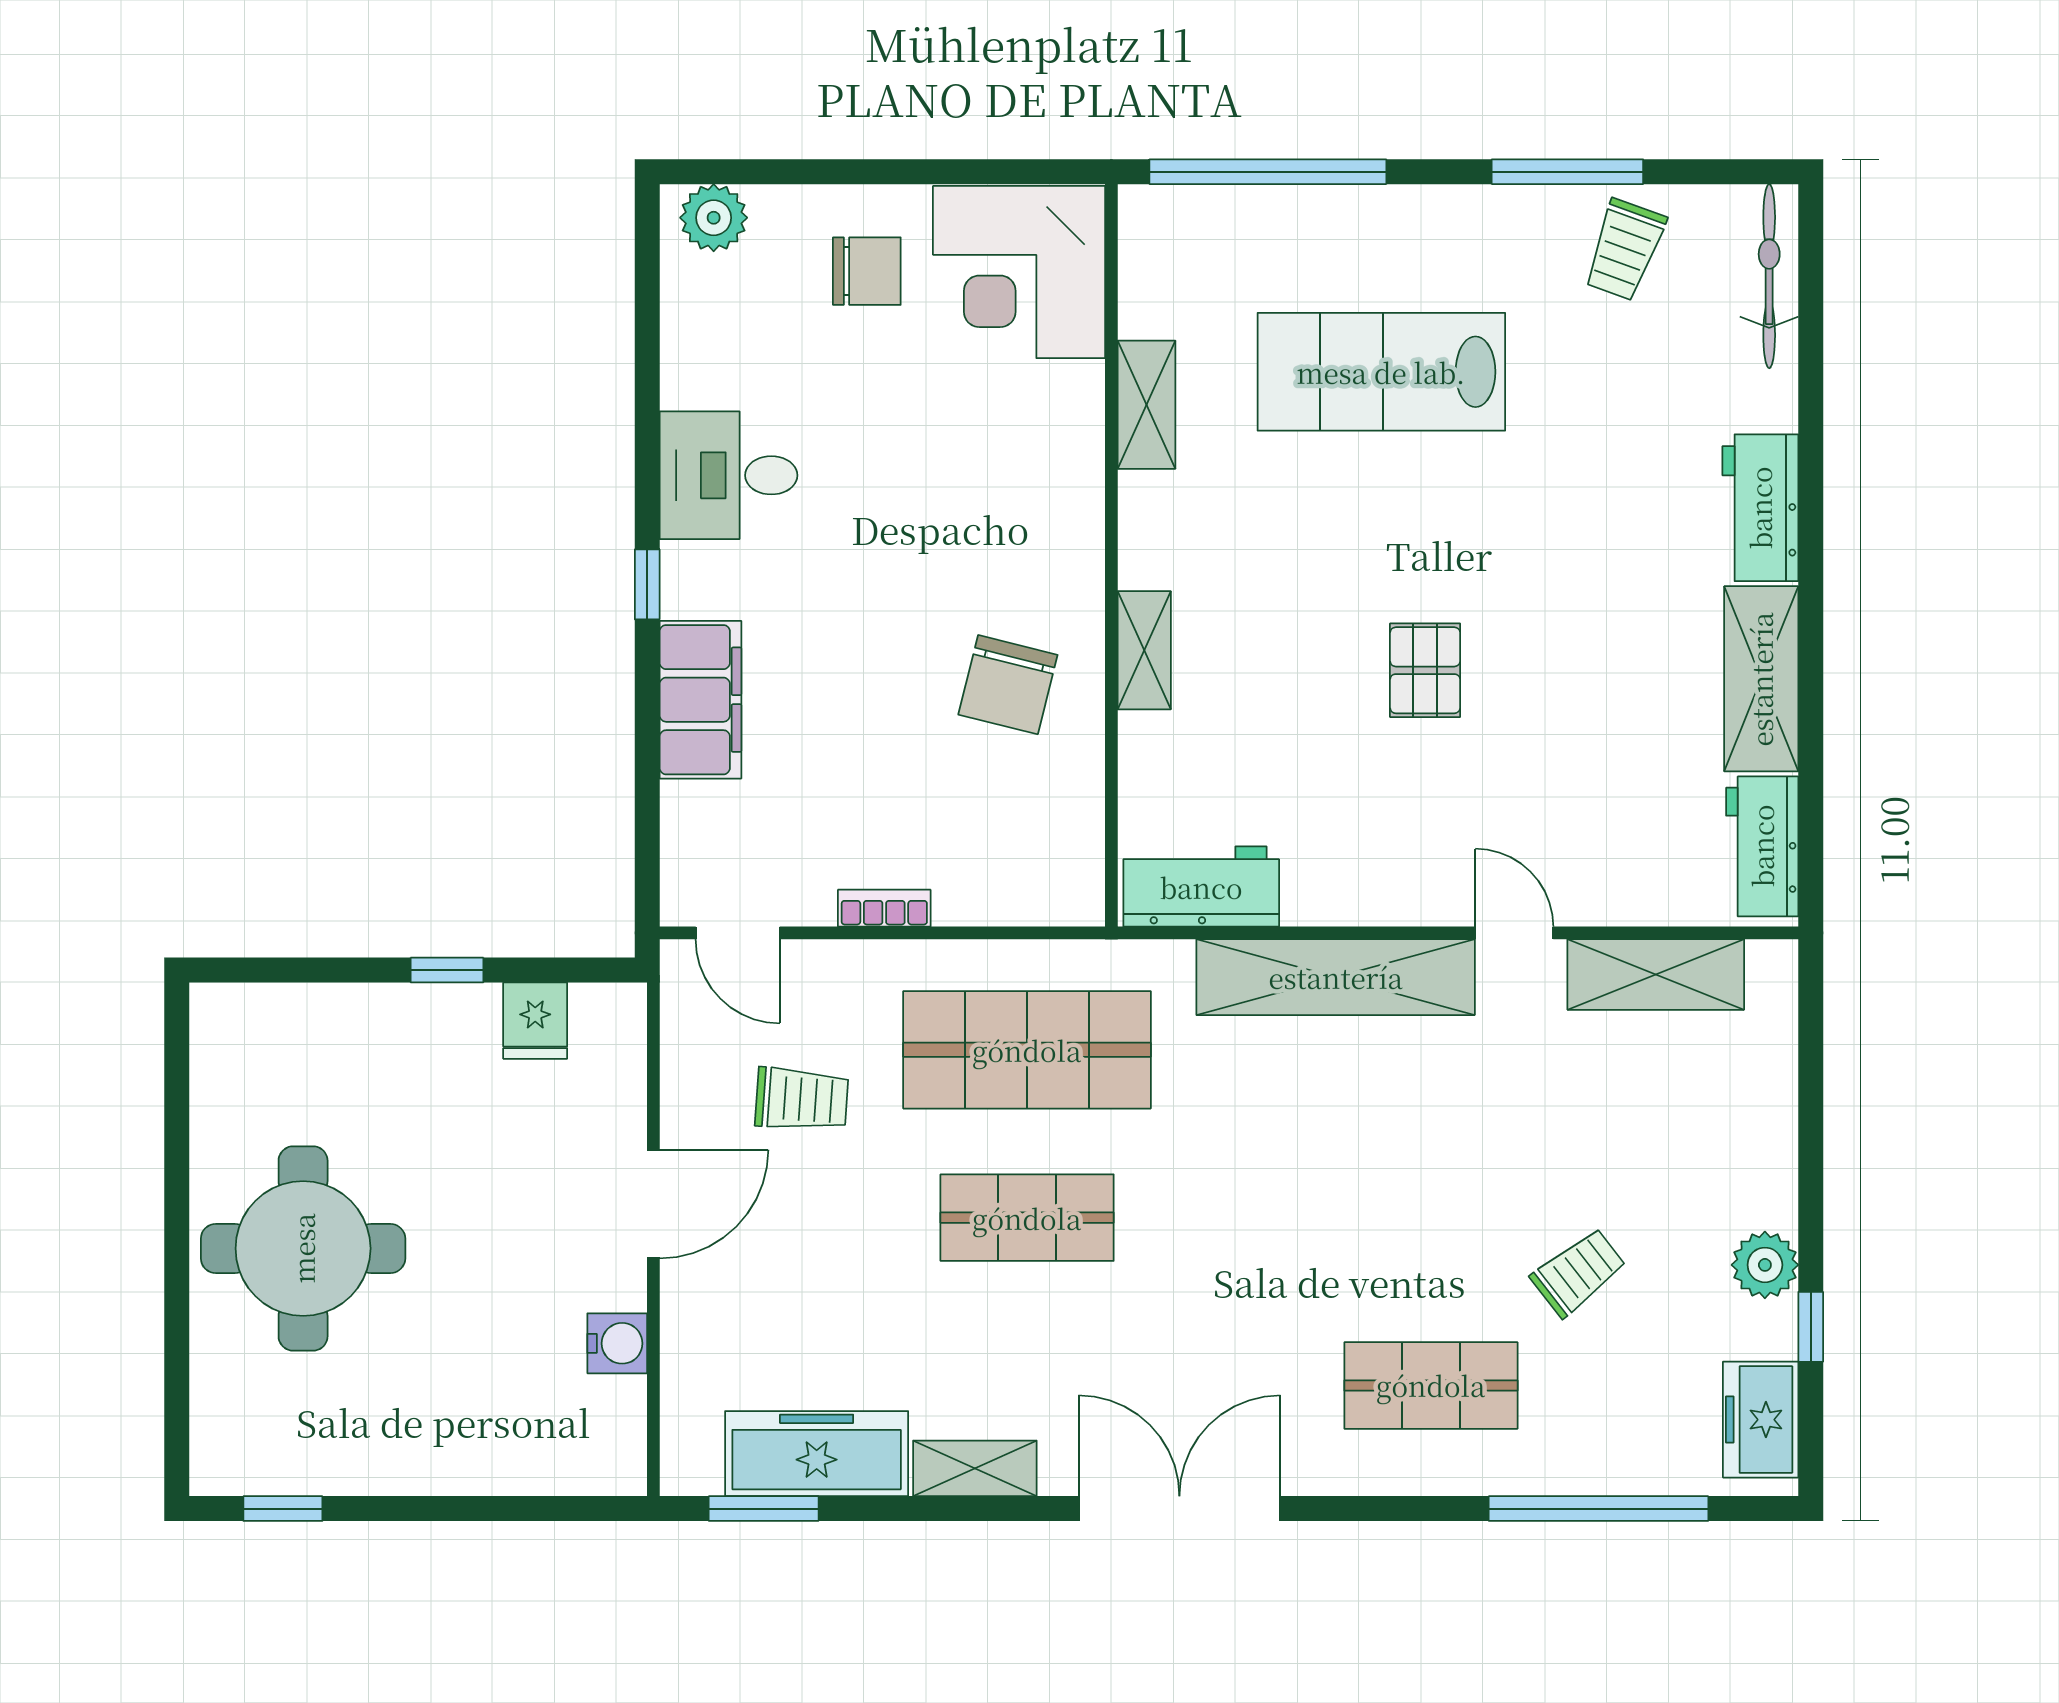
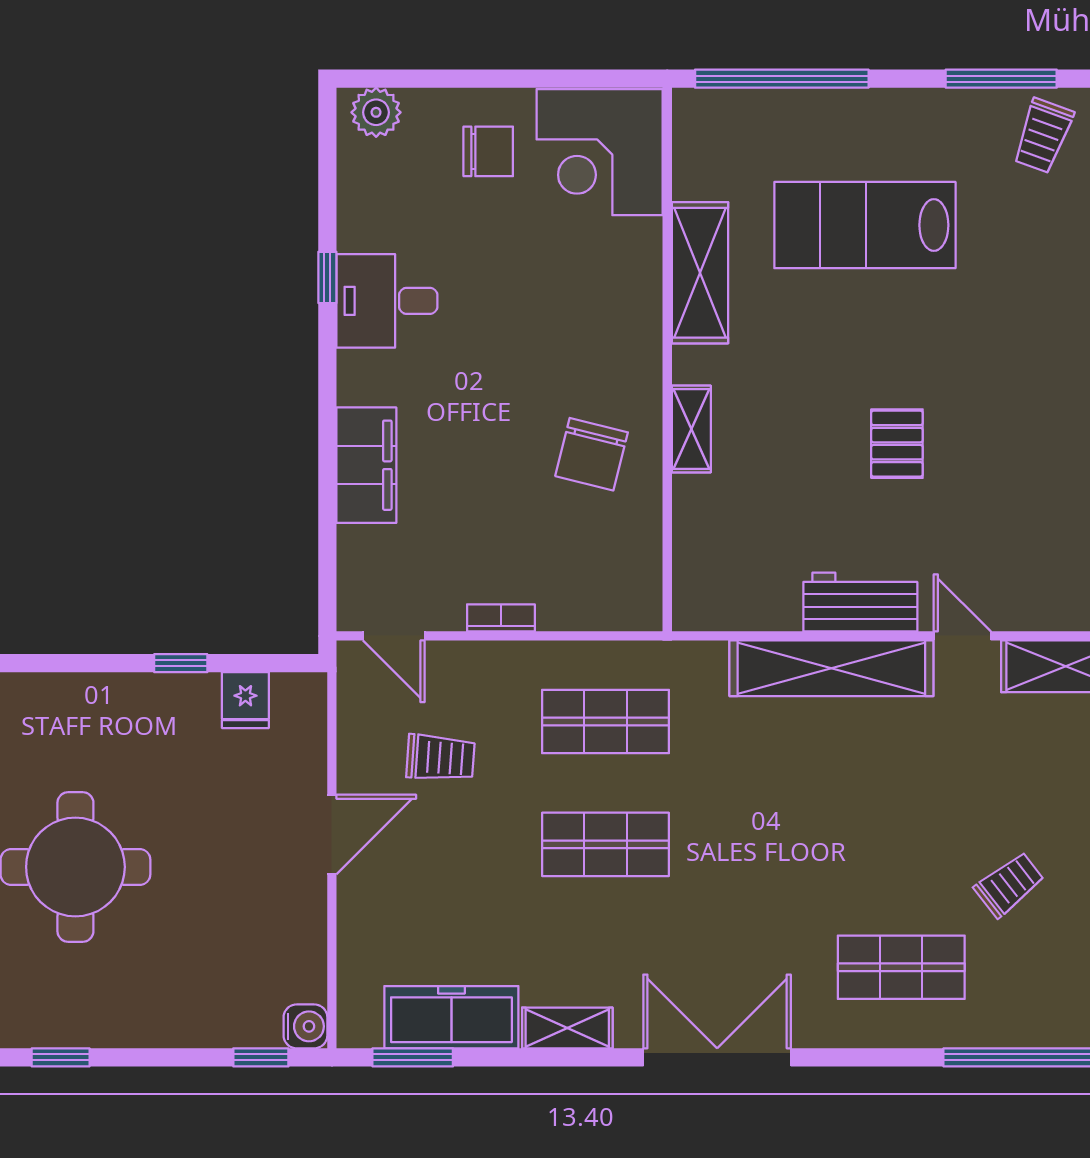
shelving: (1146, 405) -> (700, 273), width x1.50, depth x1.33
window: (647, 584) -> (327, 277), moved
workbench: (1201, 887) -> (860, 602), moved
shop shelf: (1027, 1050) -> (605, 722), width x0.70, depth x0.74
water cooler: (617, 1343) -> (305, 1026), moved
window: (556, 1509) -> (261, 1057), added

